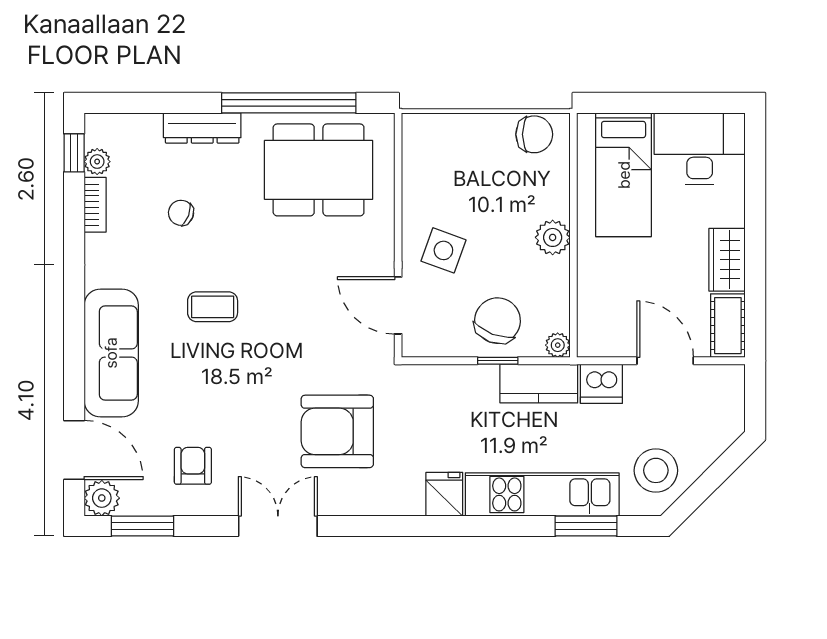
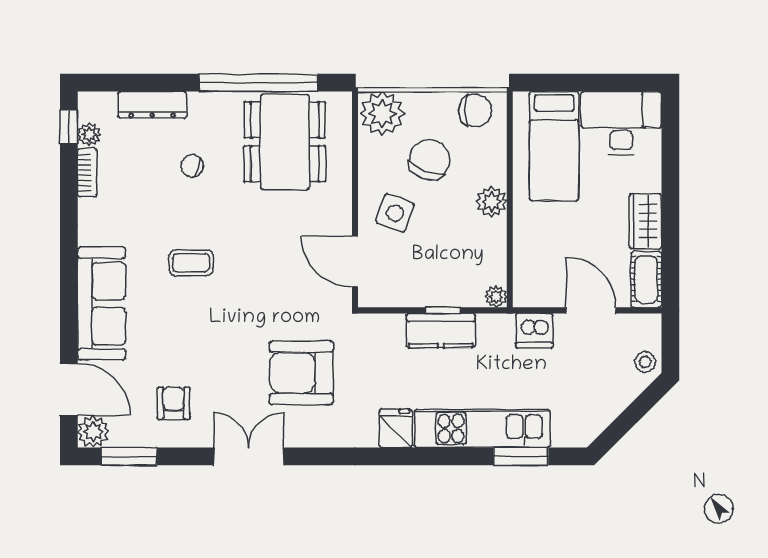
dresser: (202, 128) -> (152, 105), moved
plant: (429, 138) -> (382, 114), added
dining table: (319, 170) -> (285, 142), turned 90
chair: (181, 213) -> (192, 166), moved
chair: (498, 321) -> (429, 160), moved
kitchen counter: (539, 383) -> (441, 330), moved
stool: (656, 470) -> (645, 362), moved, width x0.53, depth x0.53

